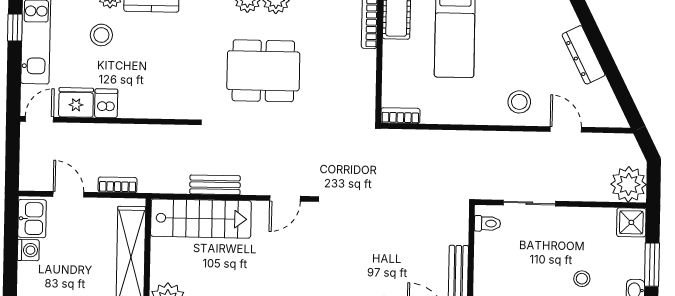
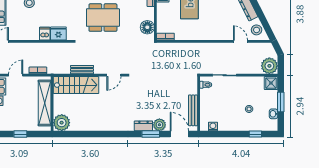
floor lamp: (361, 94) -> (147, 27), added
fridge: (76, 102) -> (58, 34), moved
stool: (519, 102) -> (257, 30), moved
dishwasher: (106, 103) -> (45, 34), moved
door: (68, 194) -> (16, 75), hinge flipped

